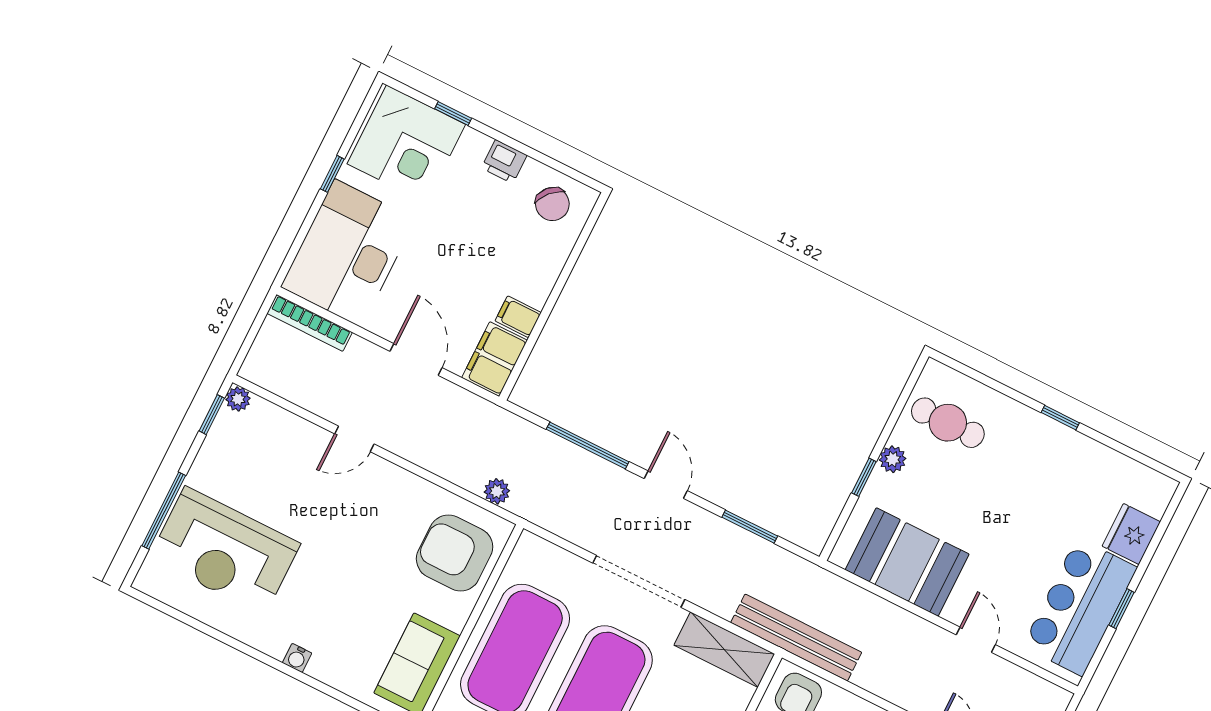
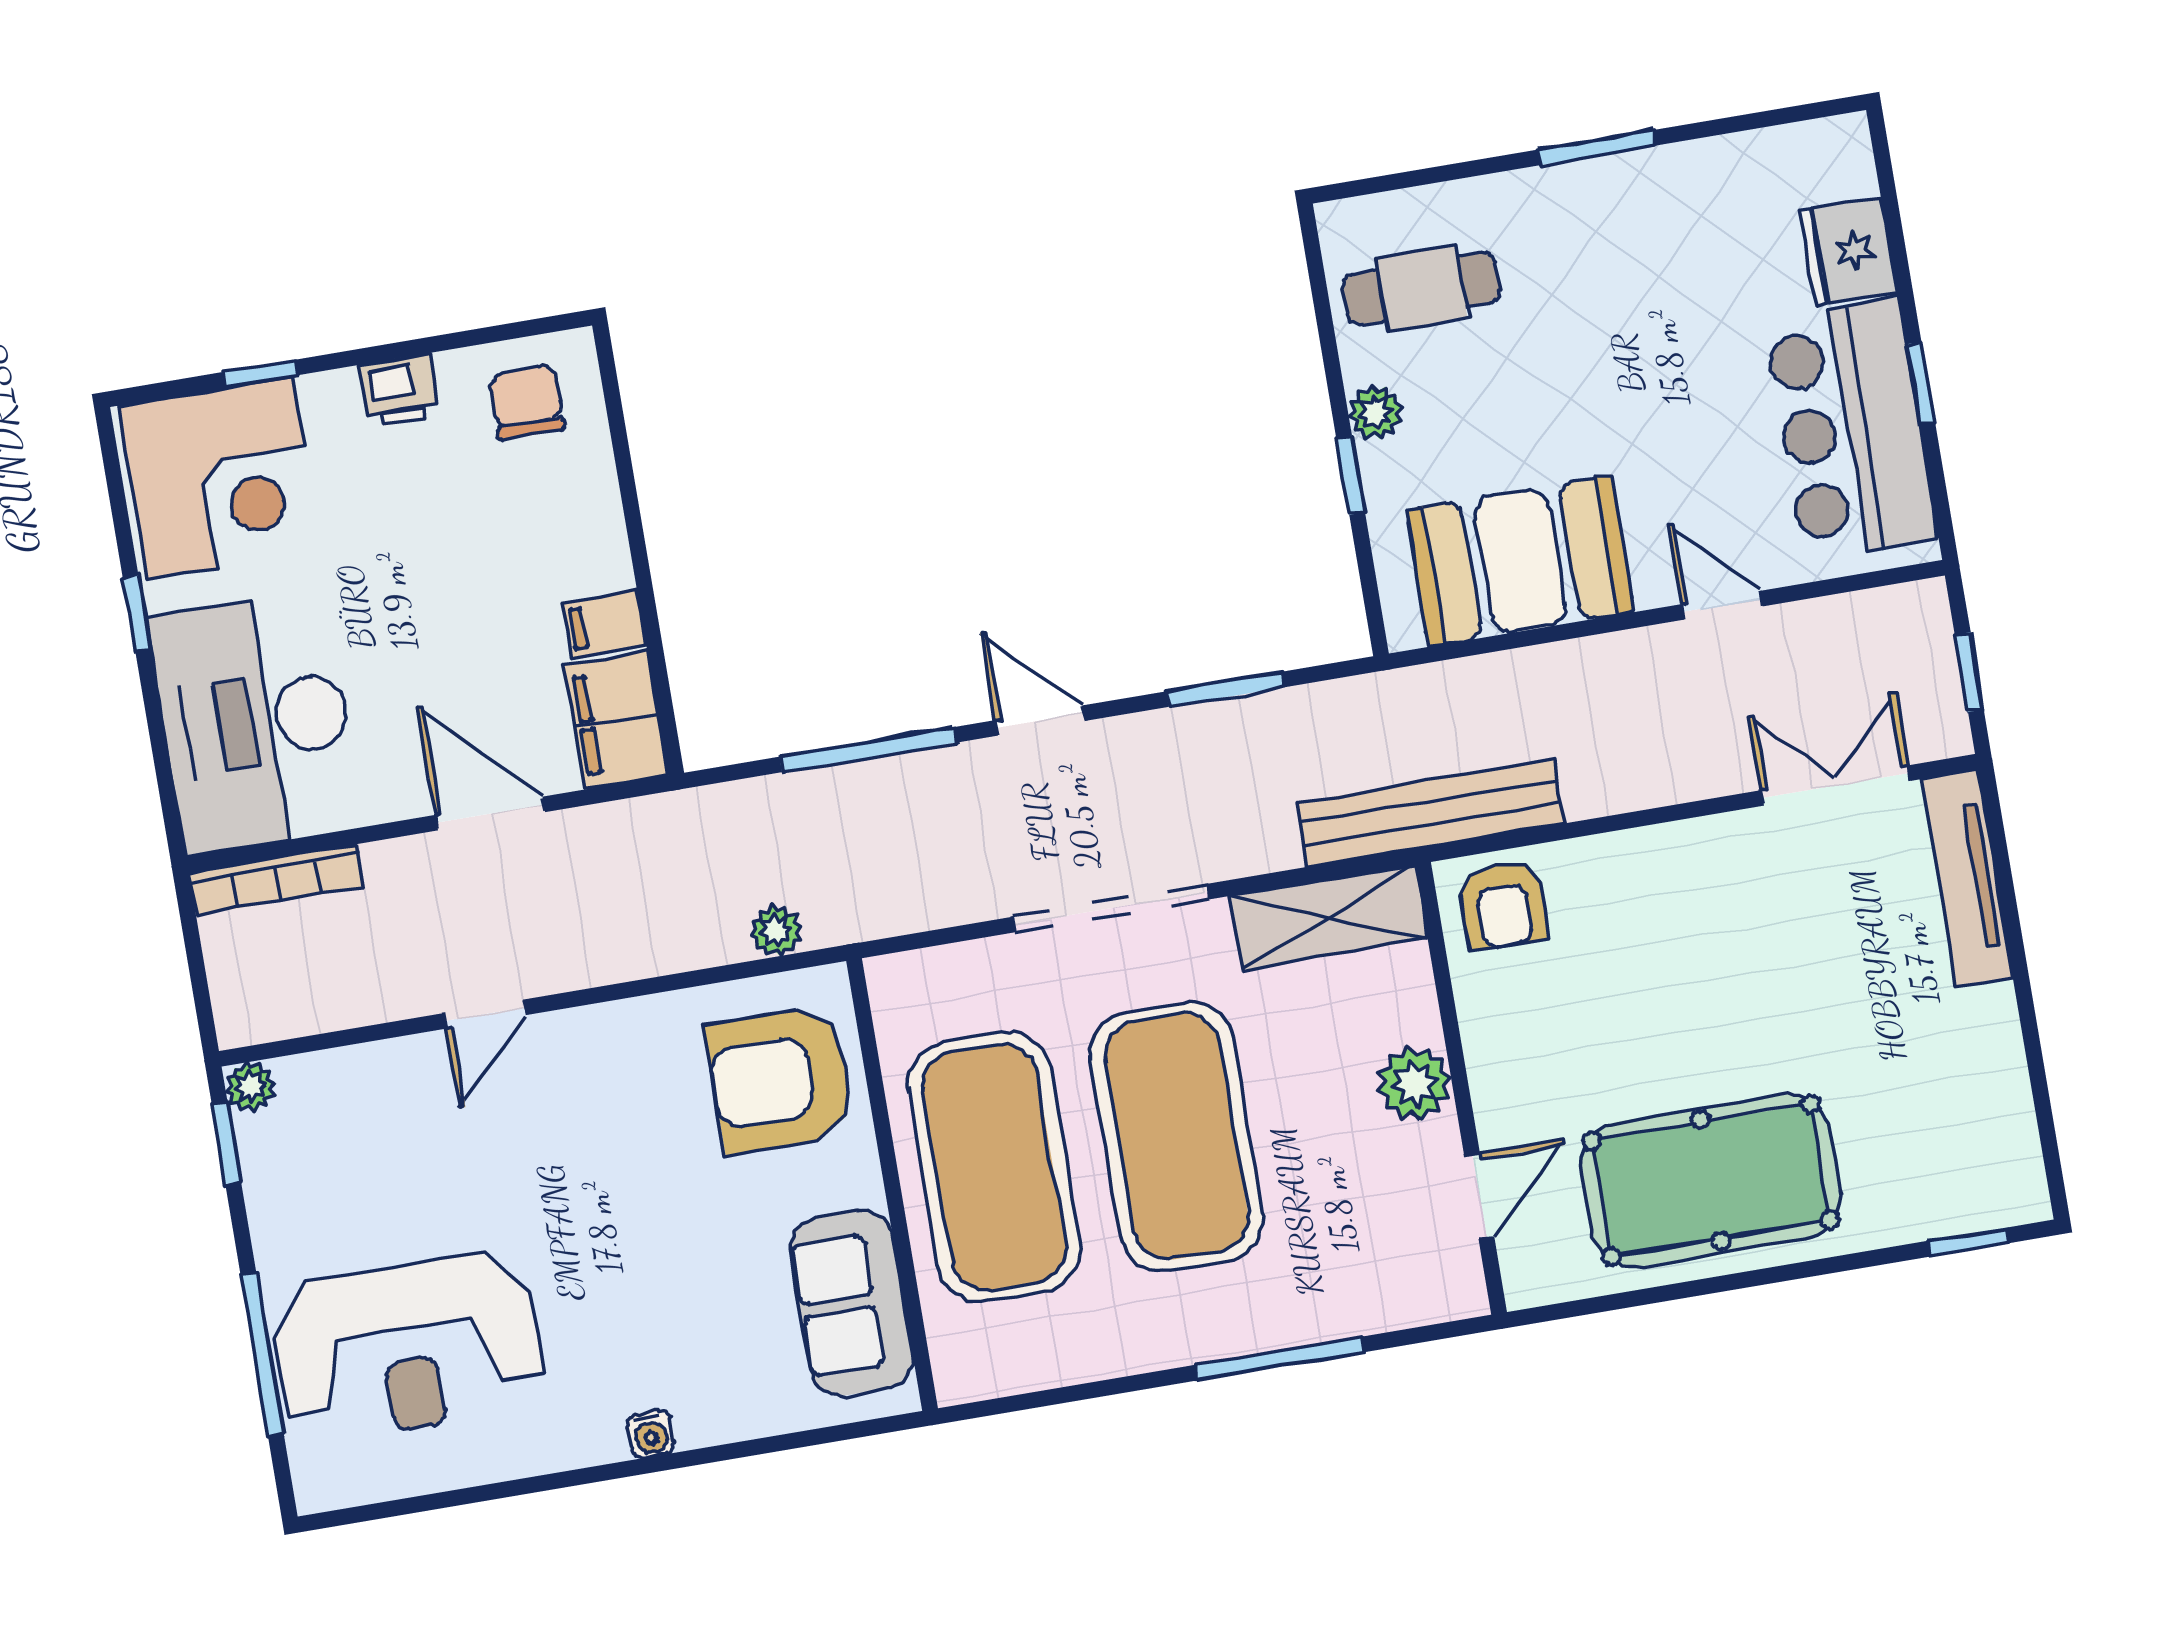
chair: (552, 204) -> (527, 402), turned -133
window: (1060, 418) -> (1597, 148), width x1.50

